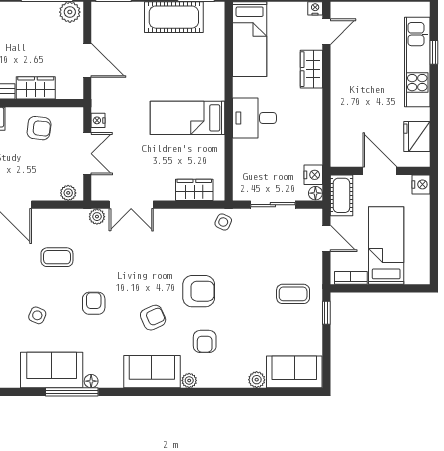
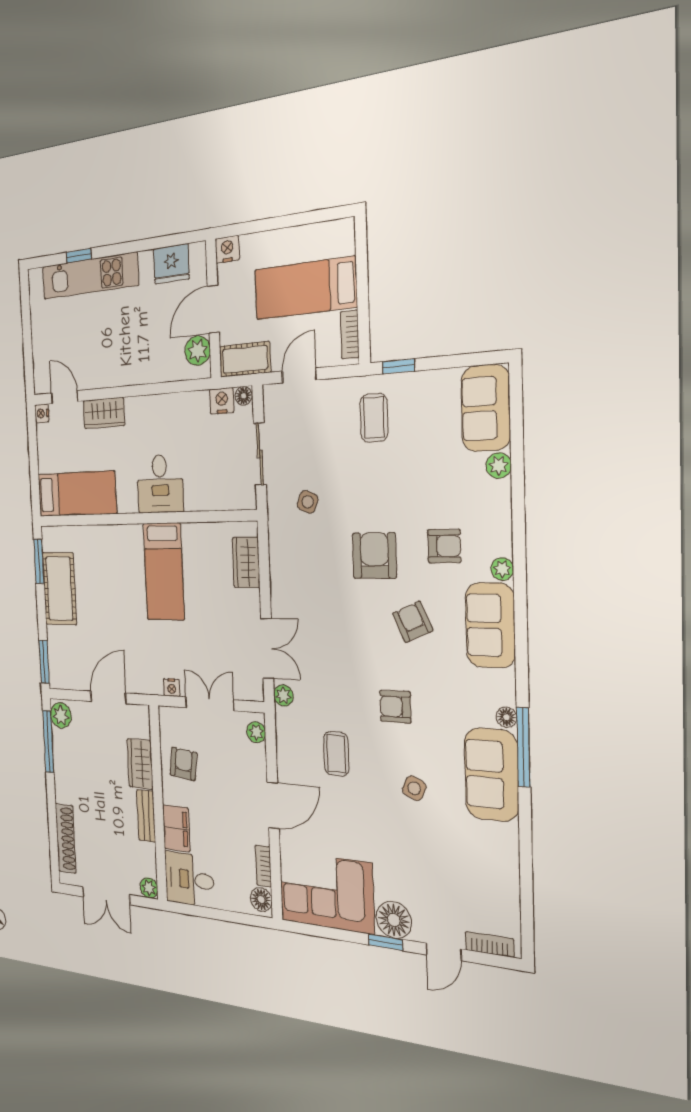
plant: (351, 156) -> (198, 351), added
side table: (223, 222) -> (308, 502), moved

